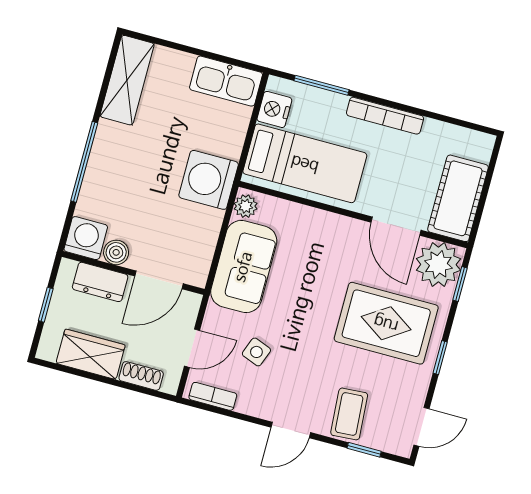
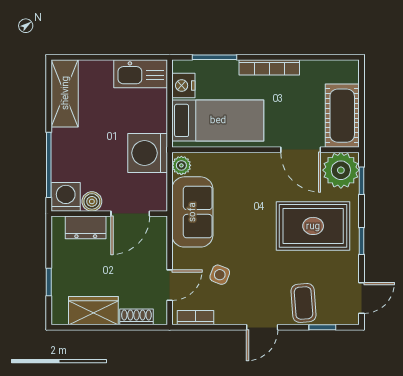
washing machine: (86, 238) -> (66, 197), moved
boiler: (116, 252) -> (92, 201), moved
wall: (133, 273) -> (109, 214), moved
door: (159, 280) -> (130, 214), moved
dresser: (100, 282) -> (86, 227), moved

